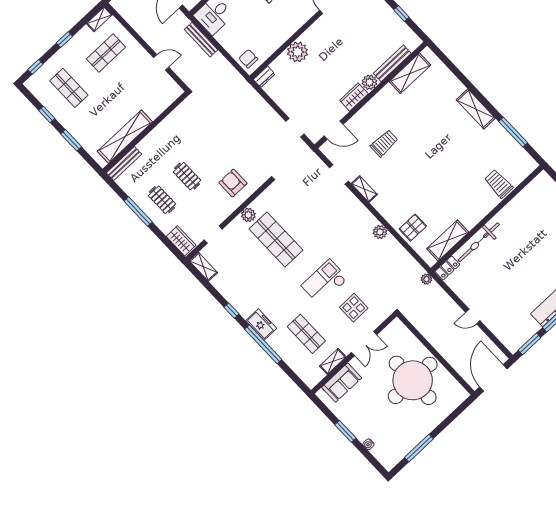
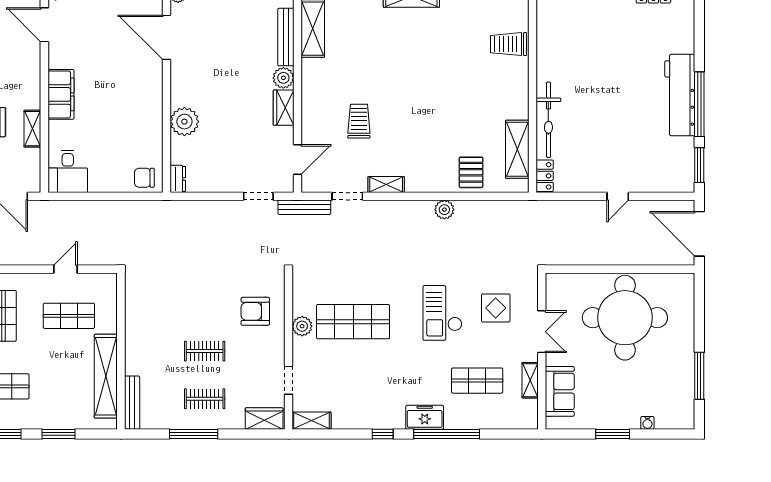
bench: (201, 40) -> (304, 207), moved
shop shelf: (138, 87) -> (69, 316), added
plant: (426, 279) -> (536, 208), removed

